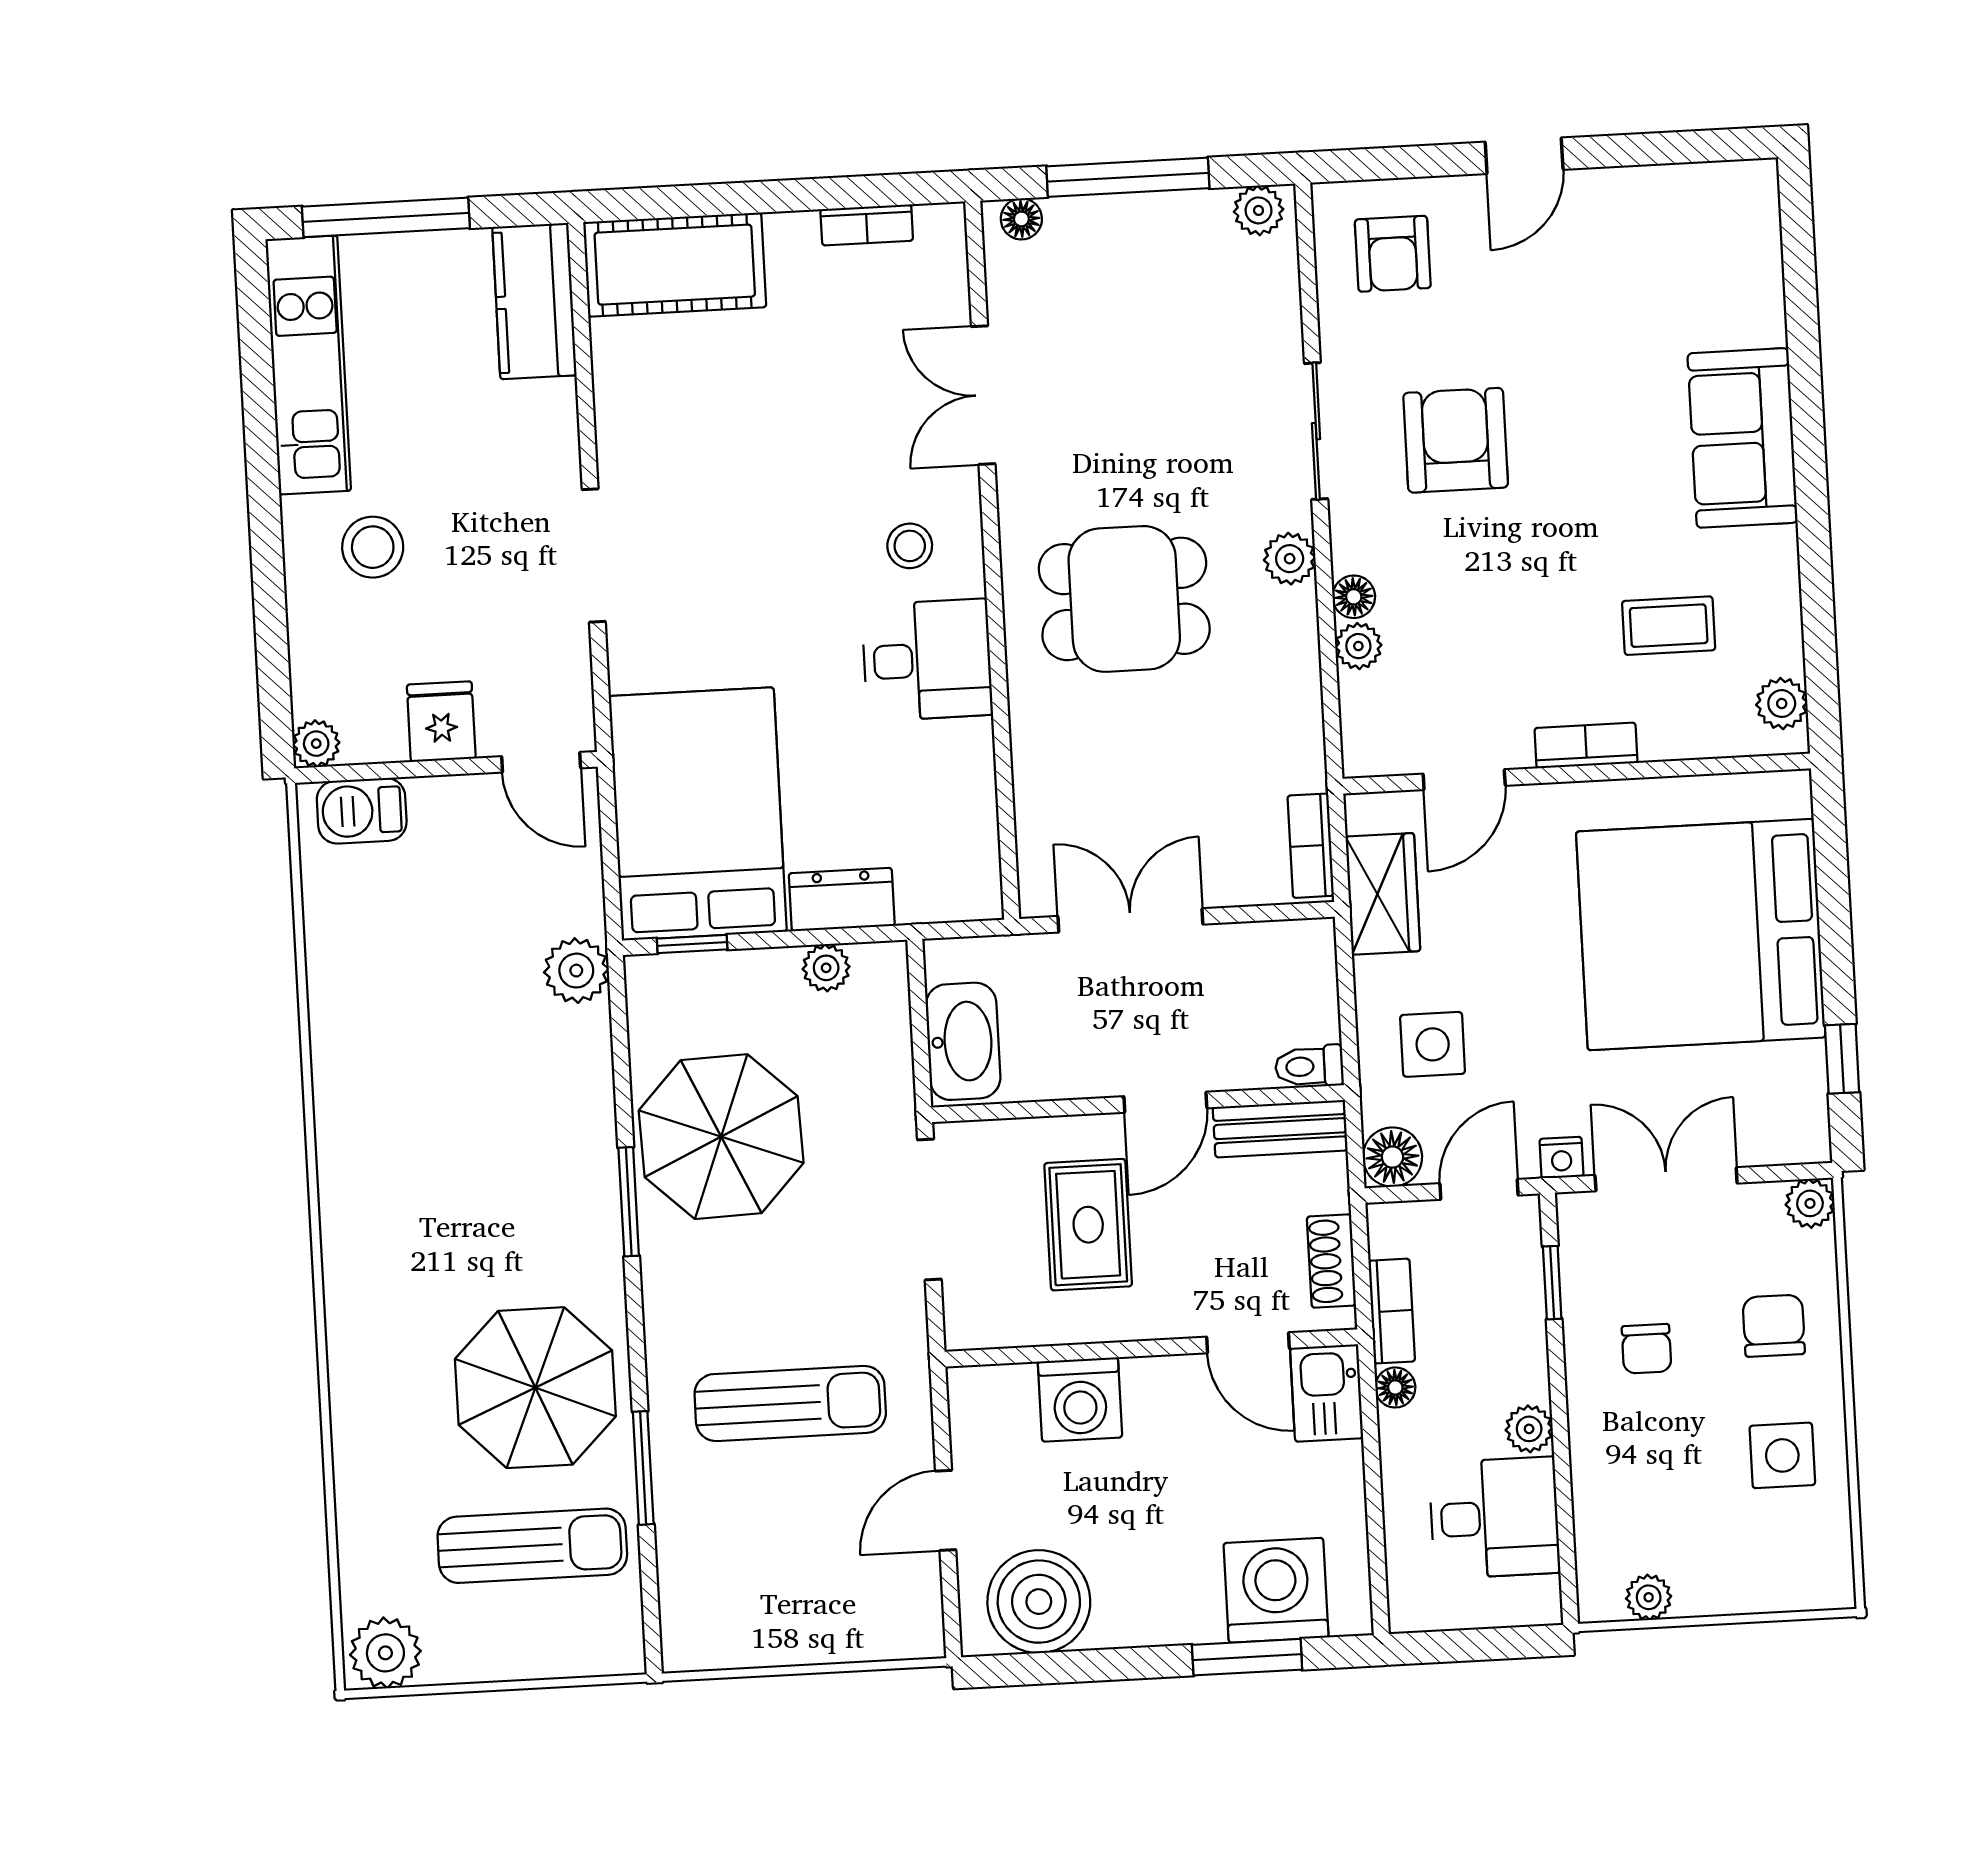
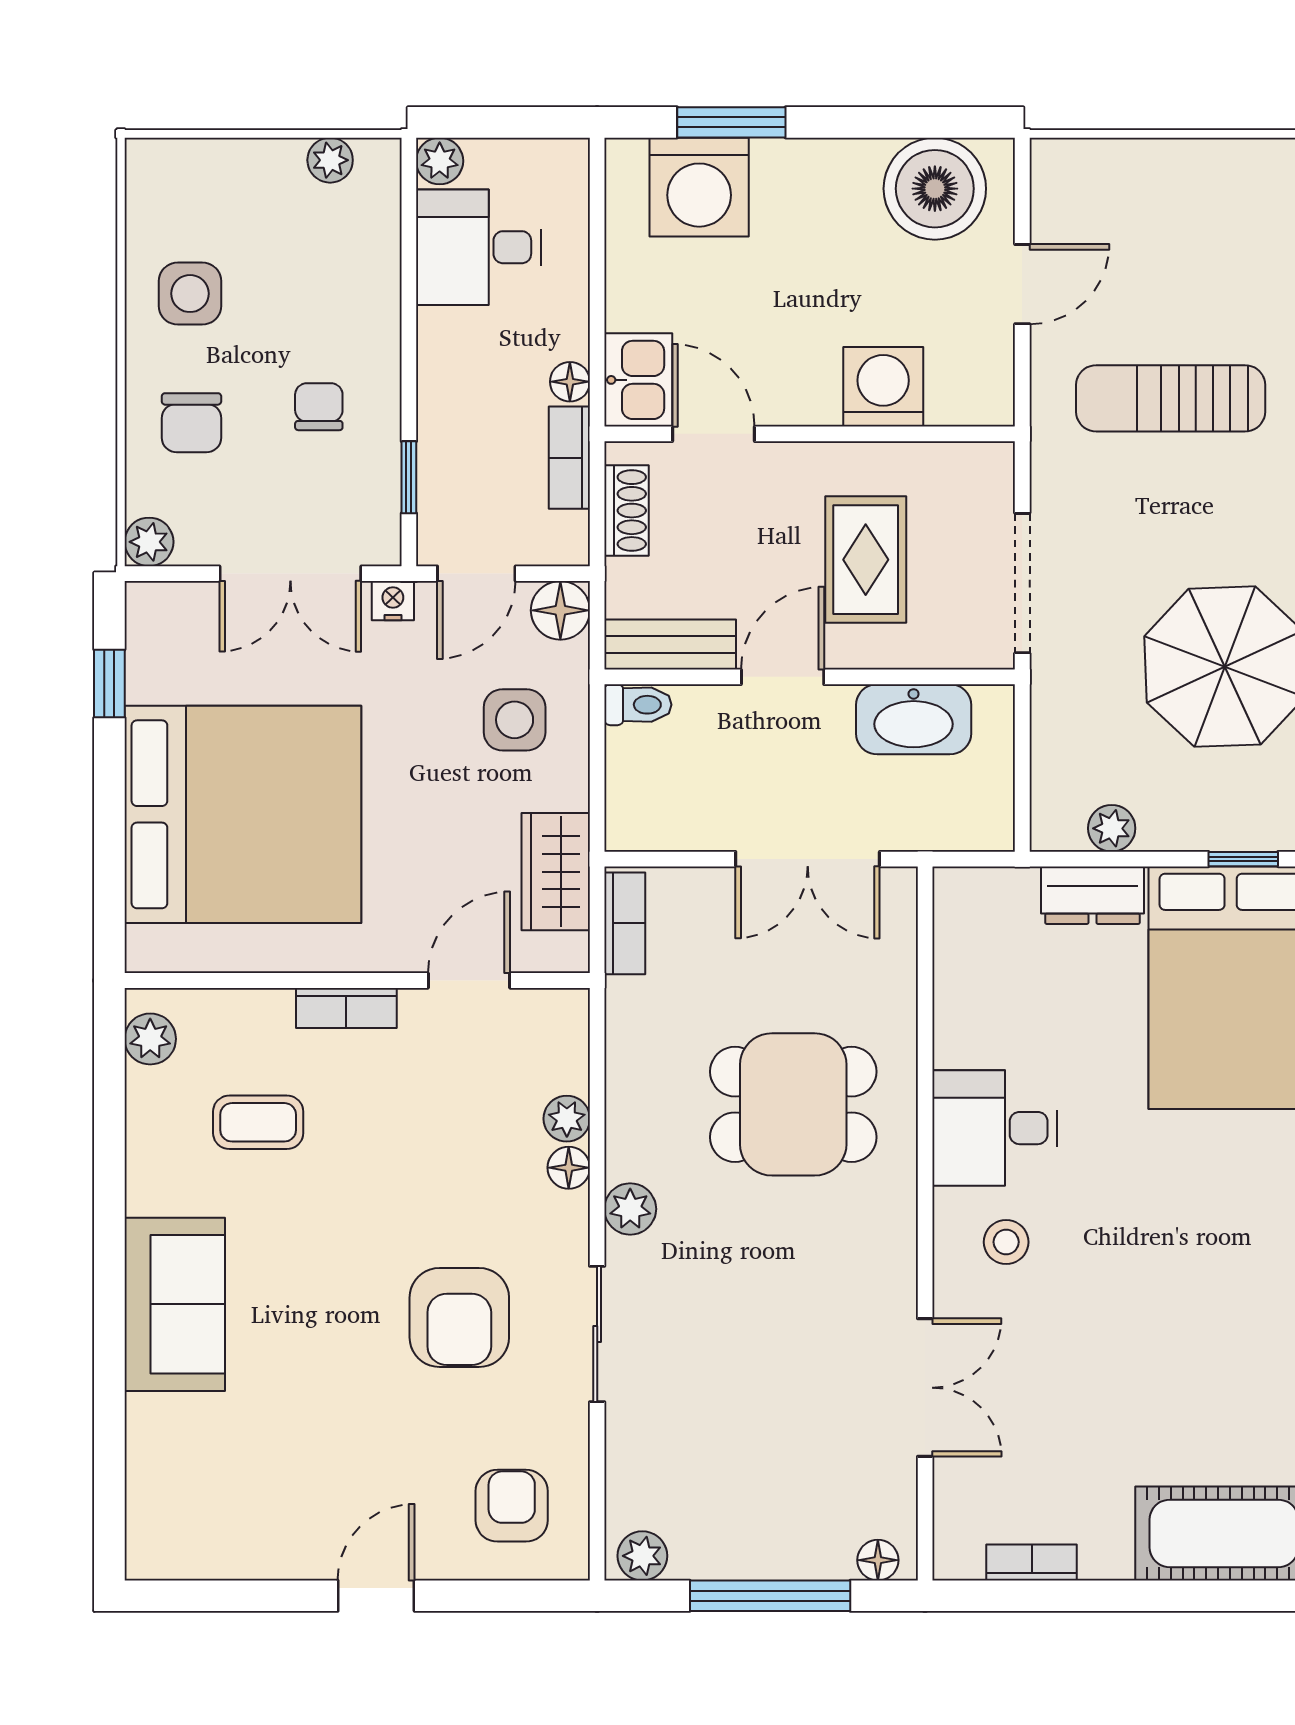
dining table: (1124, 599) -> (793, 1104), moved
washbasin: (963, 1041) -> (914, 719), moved, turned -90
plant: (1529, 1429) -> (440, 161), moved

